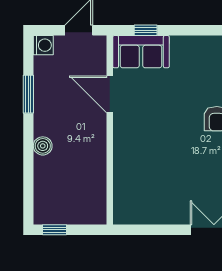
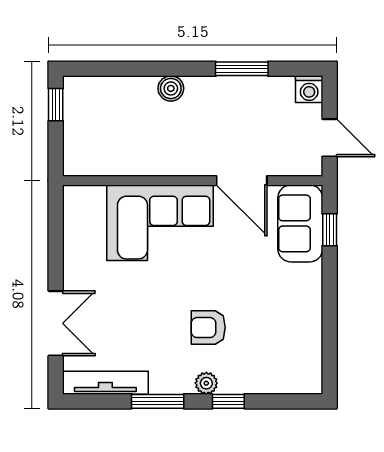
door: (110, 94) -> (242, 181), swing flipped
corner sofa: (140, 154) -> (160, 223), added

